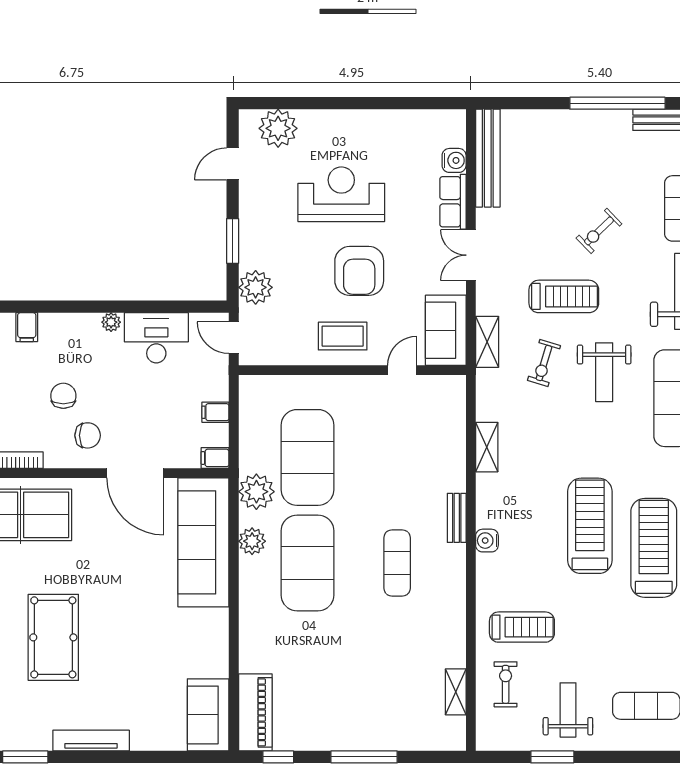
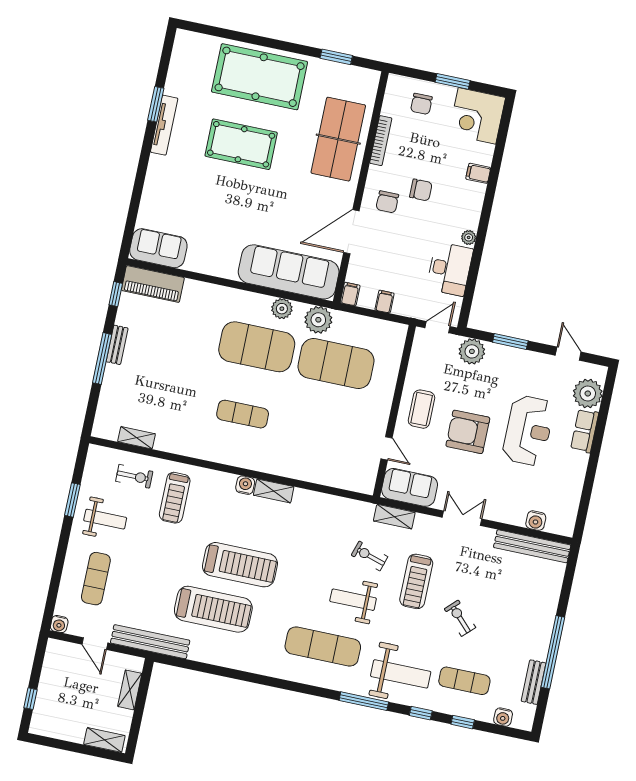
row of seats: (453, 202) -> (585, 431), moved, turned -90
shelving: (487, 447) -> (274, 491), moved
bench: (457, 518) -> (117, 345), moved, turned 90
tv unit: (91, 741) -> (164, 125), moved

